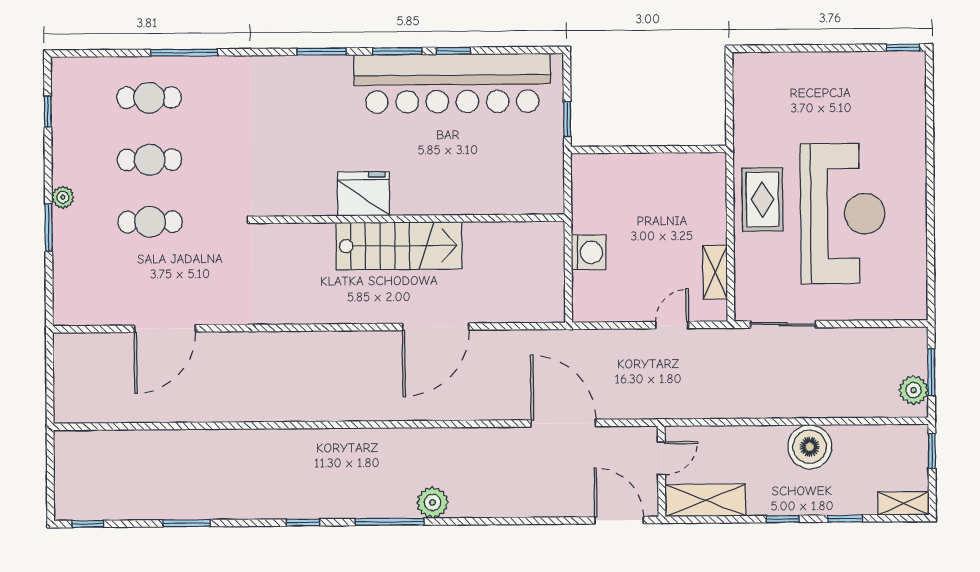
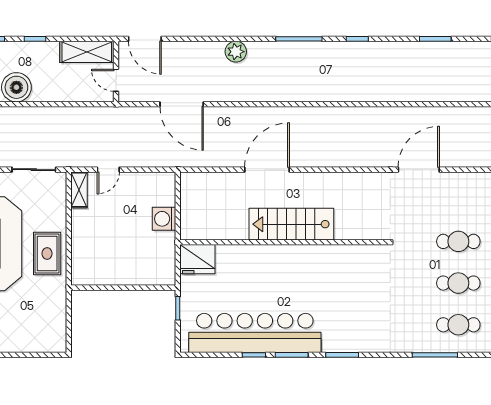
fridge: (363, 194) -> (197, 259), moved
shelving: (715, 272) -> (79, 190), moved
door: (165, 329) -> (419, 170), moved
door: (661, 458) -> (116, 80), hinge flipped
plant: (433, 502) -> (236, 52), moved

